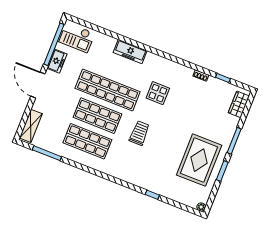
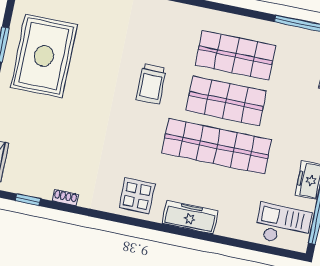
display table: (158, 93) -> (137, 196), moved

